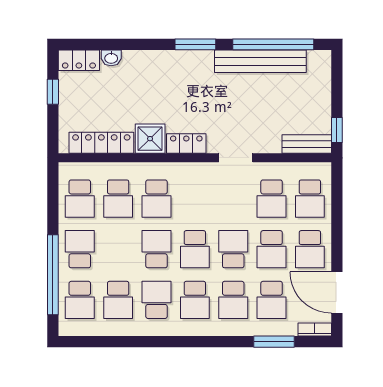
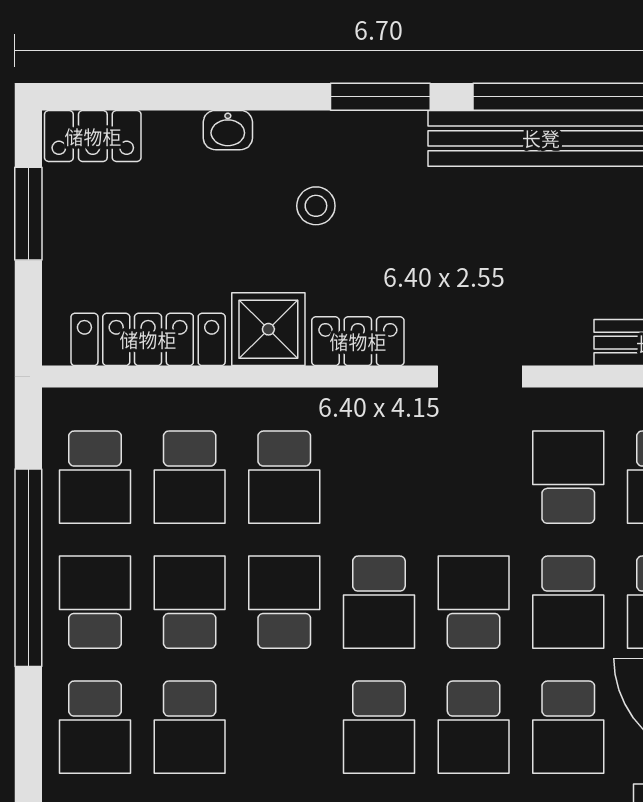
washbasin: (111, 58) -> (228, 130), moved
stool: (169, 89) -> (316, 206), added
window: (53, 92) -> (28, 214), width x1.50
school desk: (272, 199) -> (568, 477), turned 180
window: (53, 275) -> (28, 568), moved
school desk: (156, 300) -> (190, 602), moved

